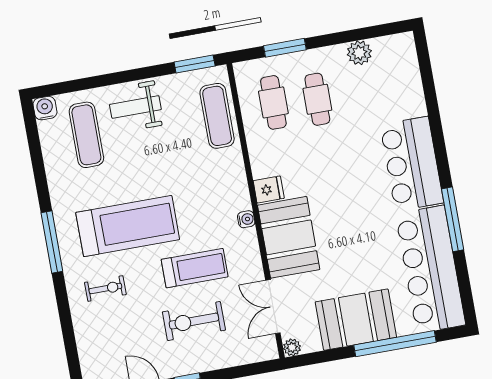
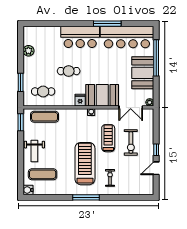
cafe table: (317, 99) -> (69, 71), moved

